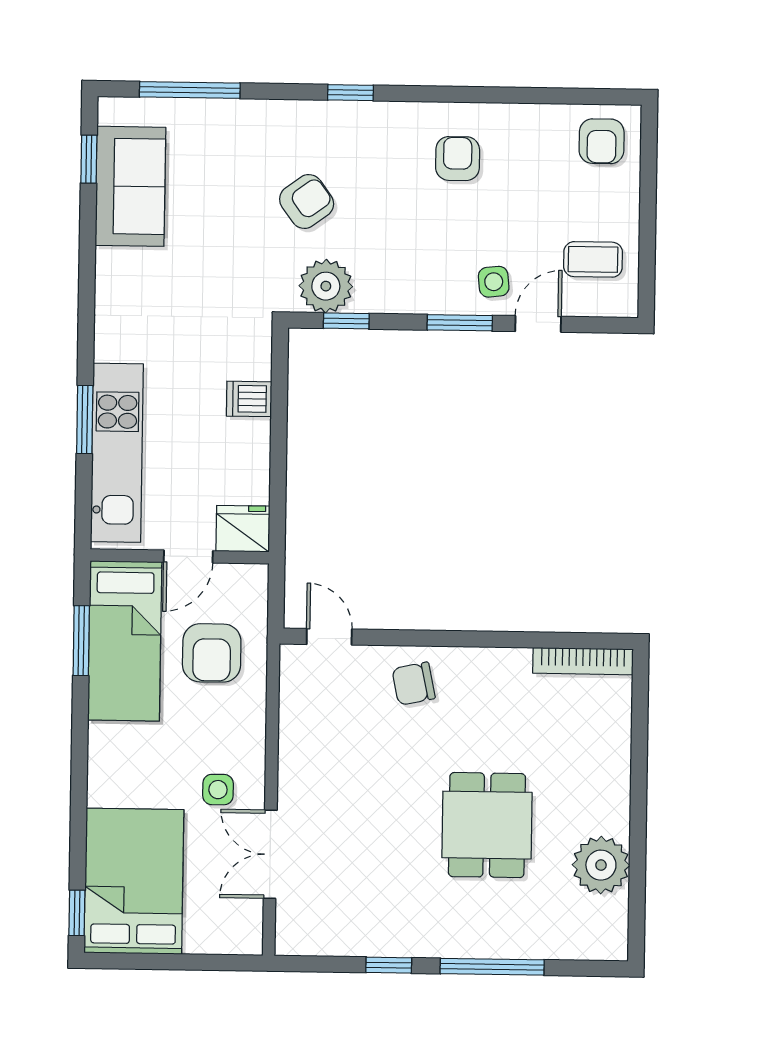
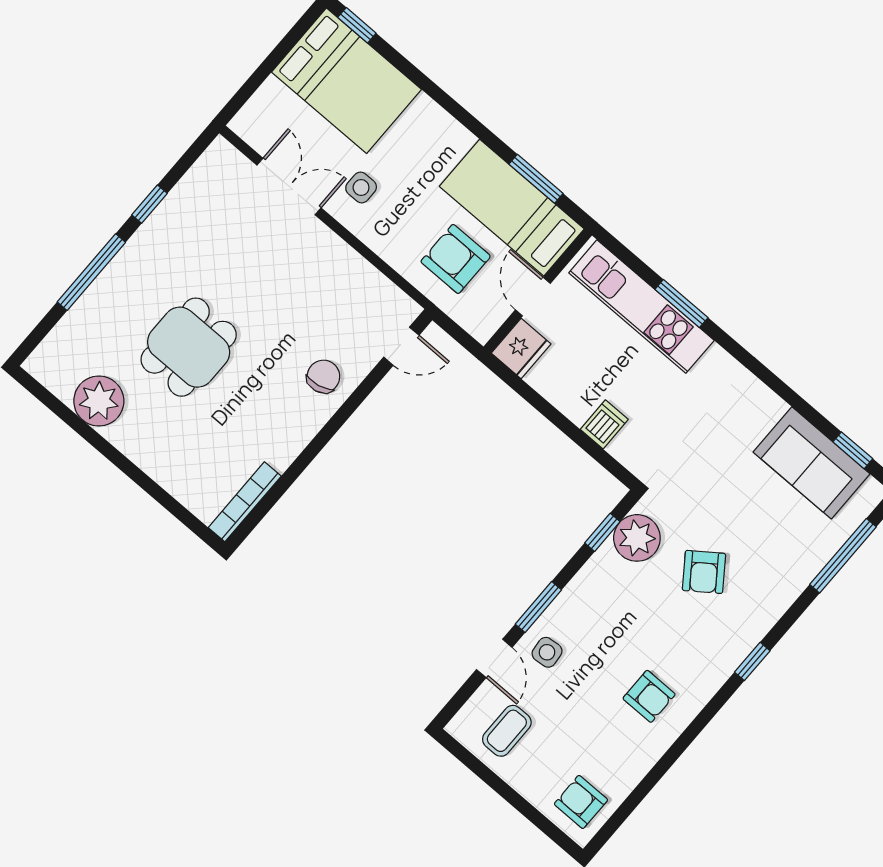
dining table: (487, 825) -> (189, 347), turned 90

